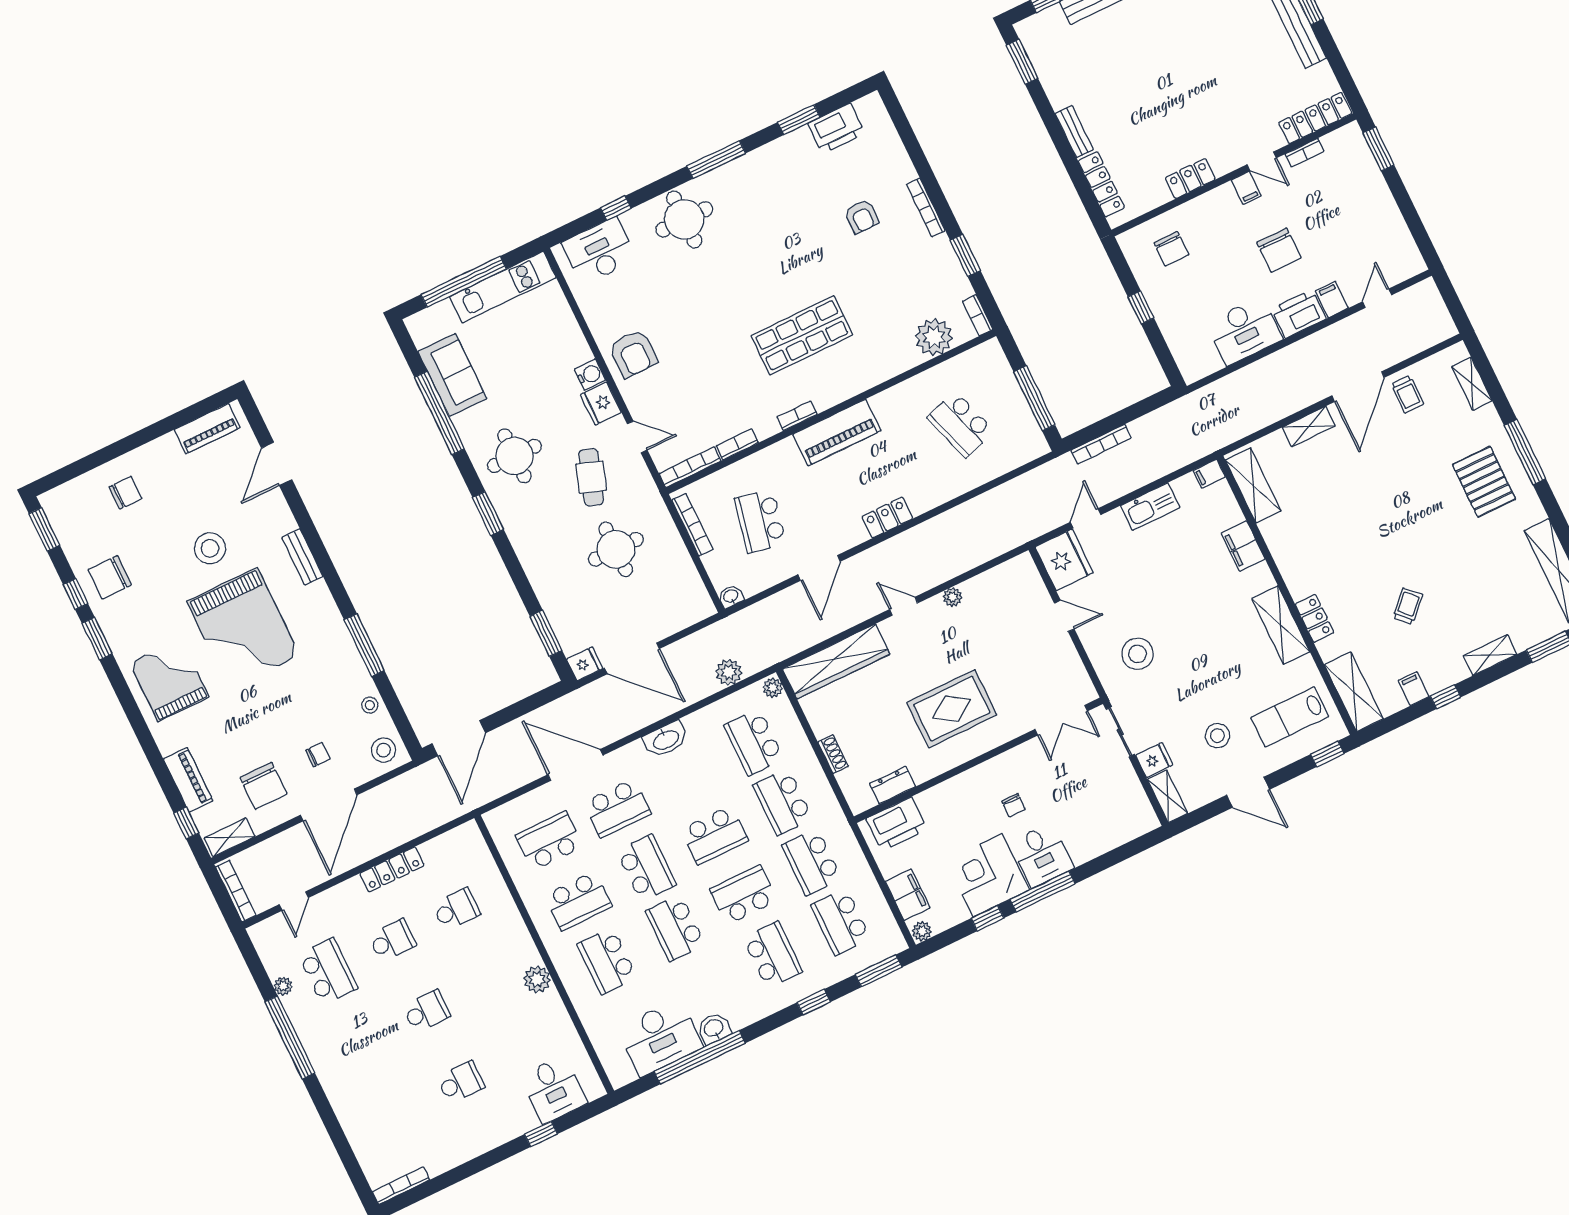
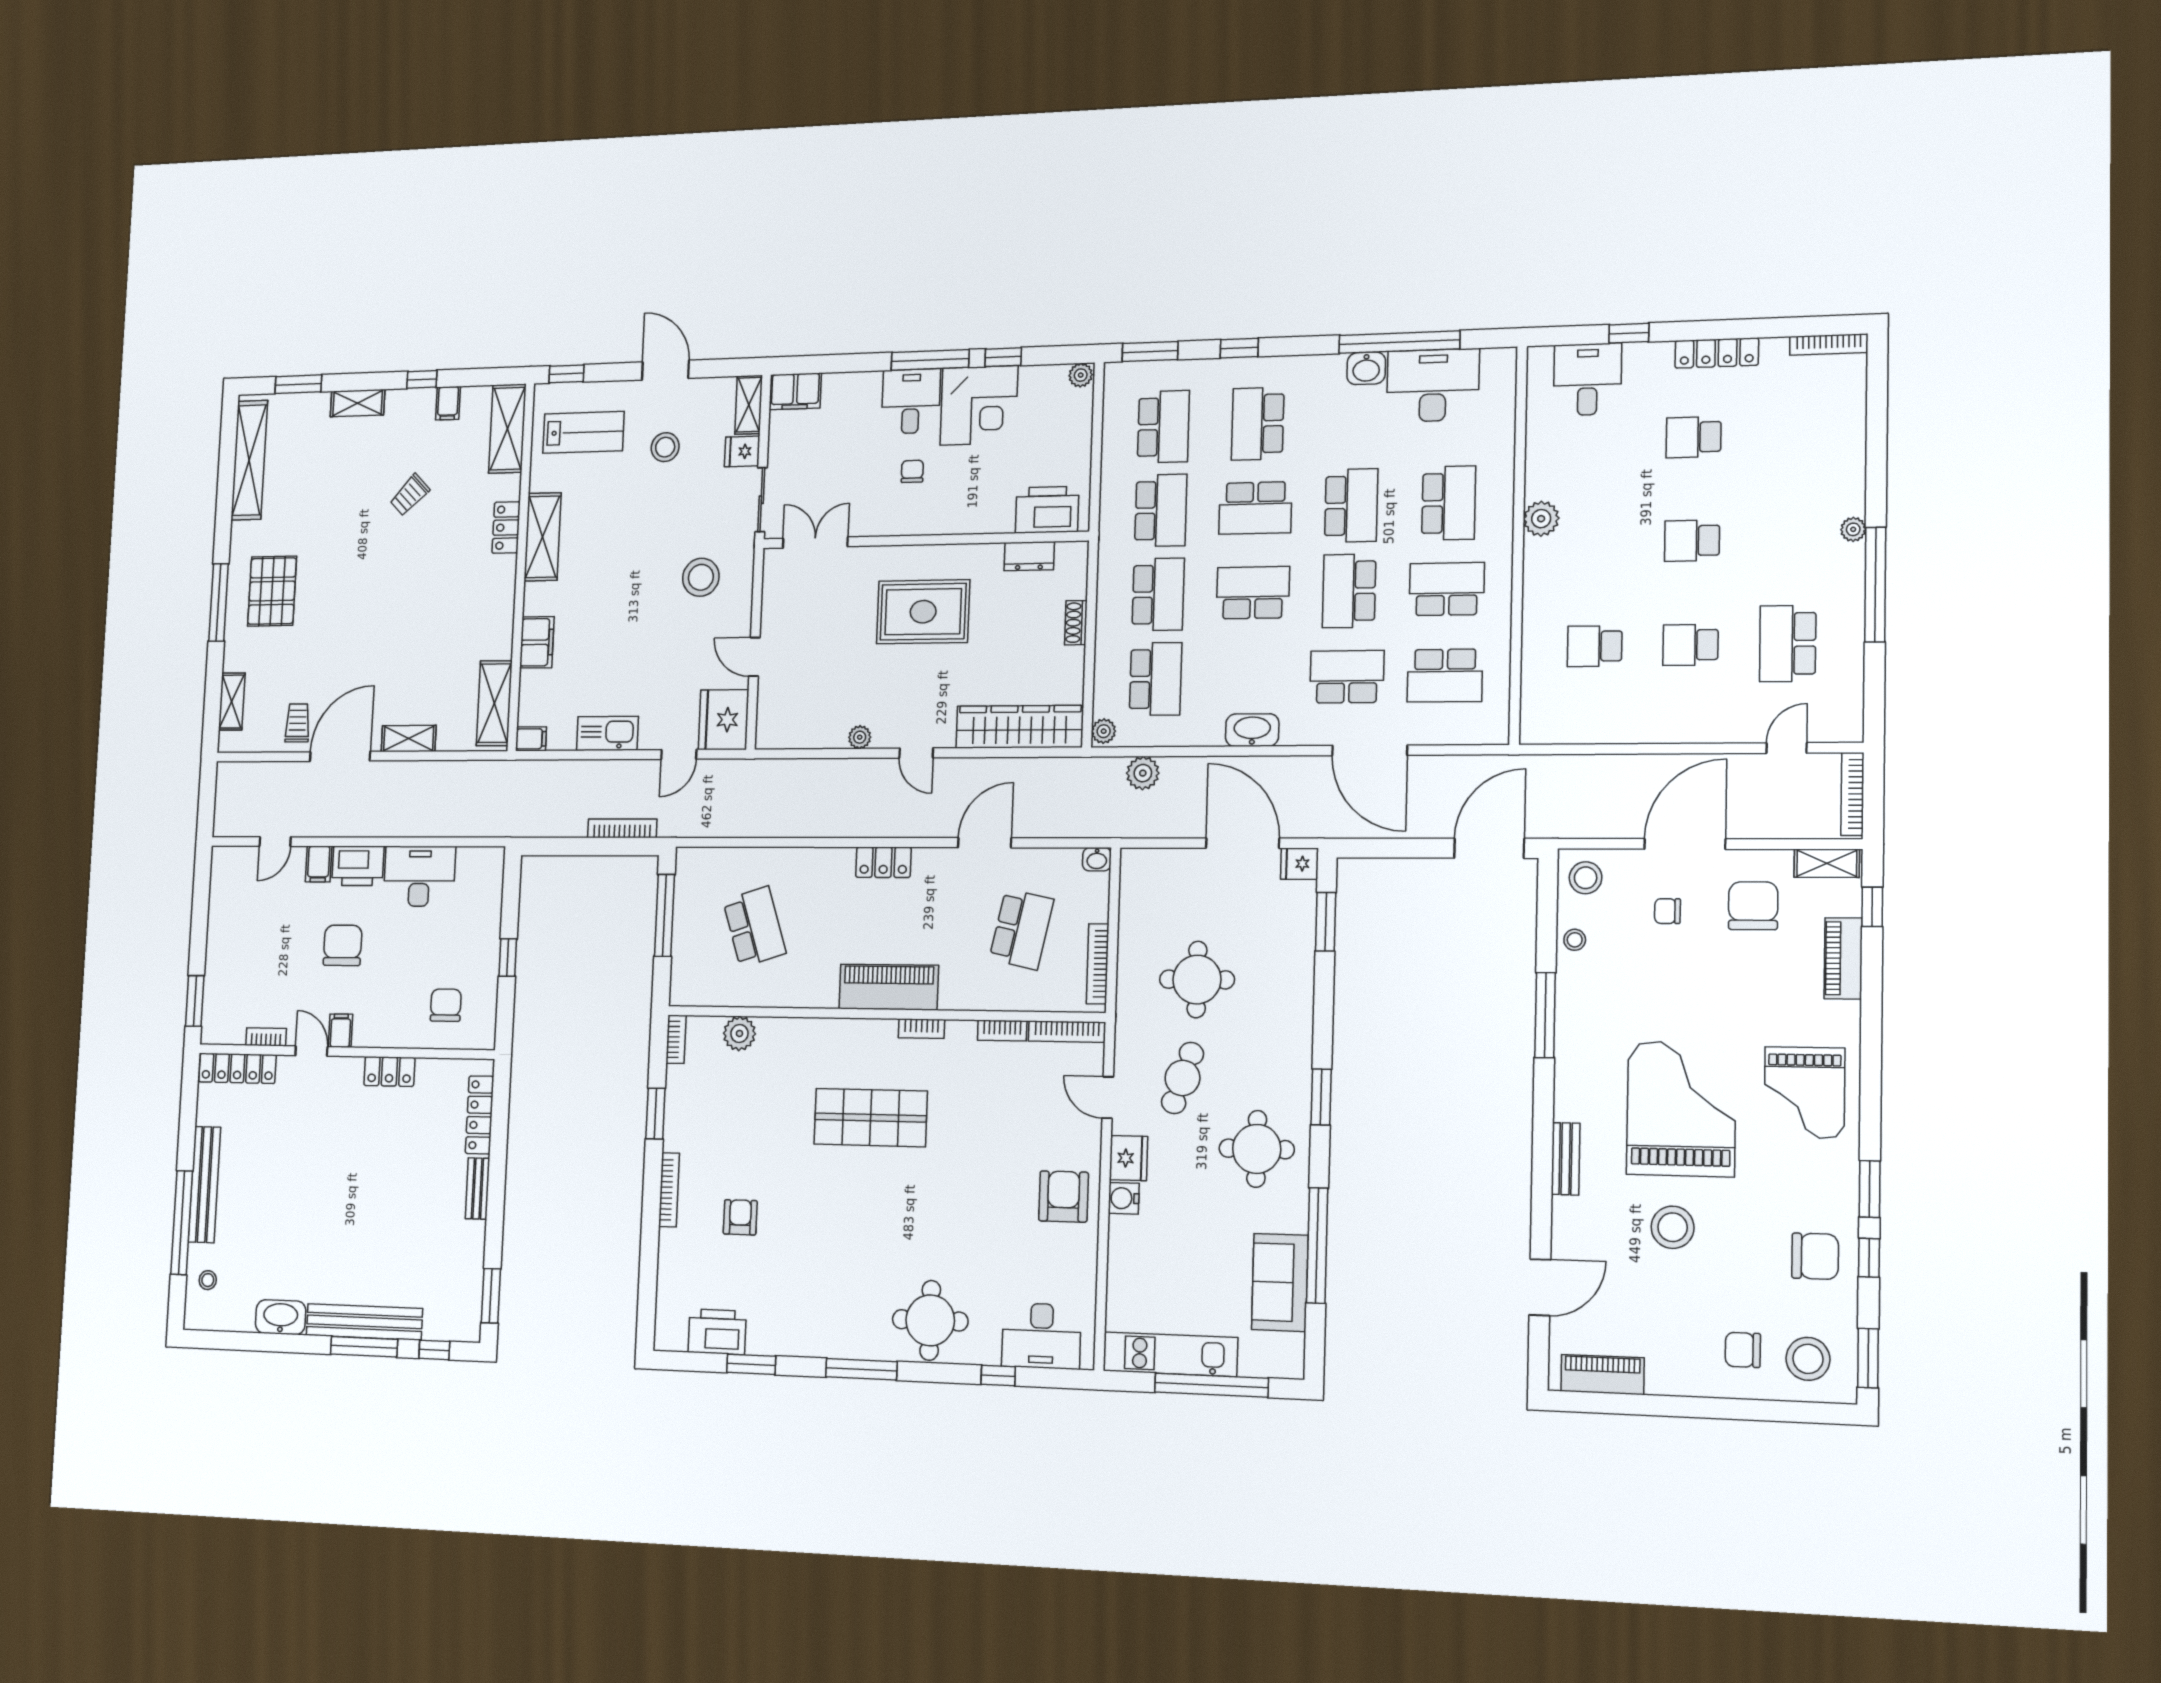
plant: (934, 337) -> (739, 1033), width x0.73, depth x0.73
stool: (82, 509) -> (1808, 1359), added
locker: (392, 869) -> (1717, 353), moved, turned 180
filing cabinet: (908, 895) -> (795, 391), moved, turned -90
plant: (283, 986) -> (1853, 529), moved

